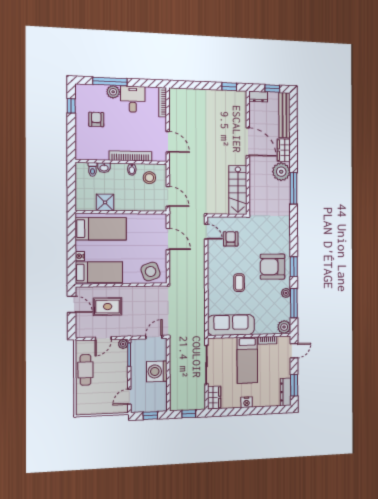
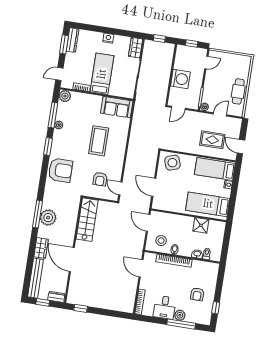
plant: (281, 172) -> (48, 218), moved
armchair: (273, 267) -> (60, 170), moved
coffee table: (239, 283) -> (99, 141), width x1.86, depth x1.72
sofa: (231, 325) -> (117, 107), width x0.73

